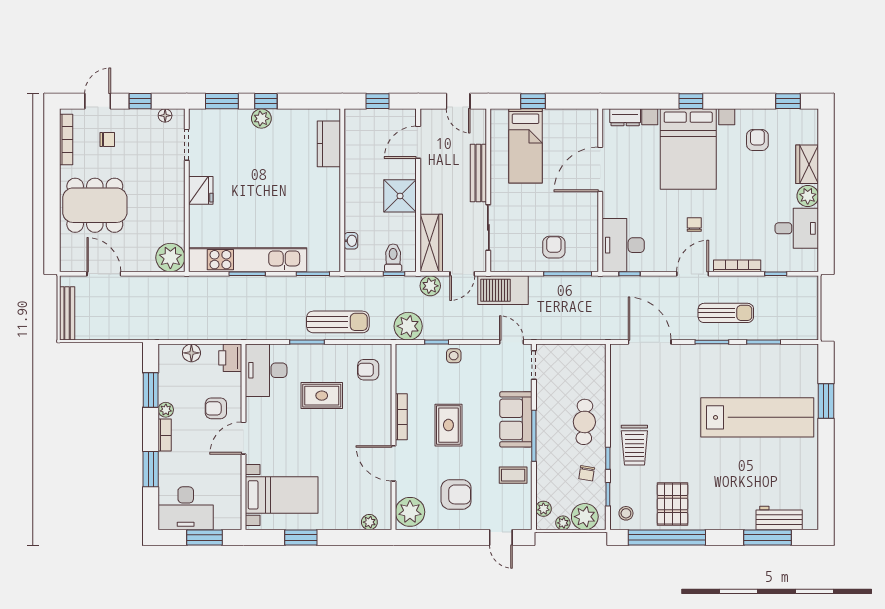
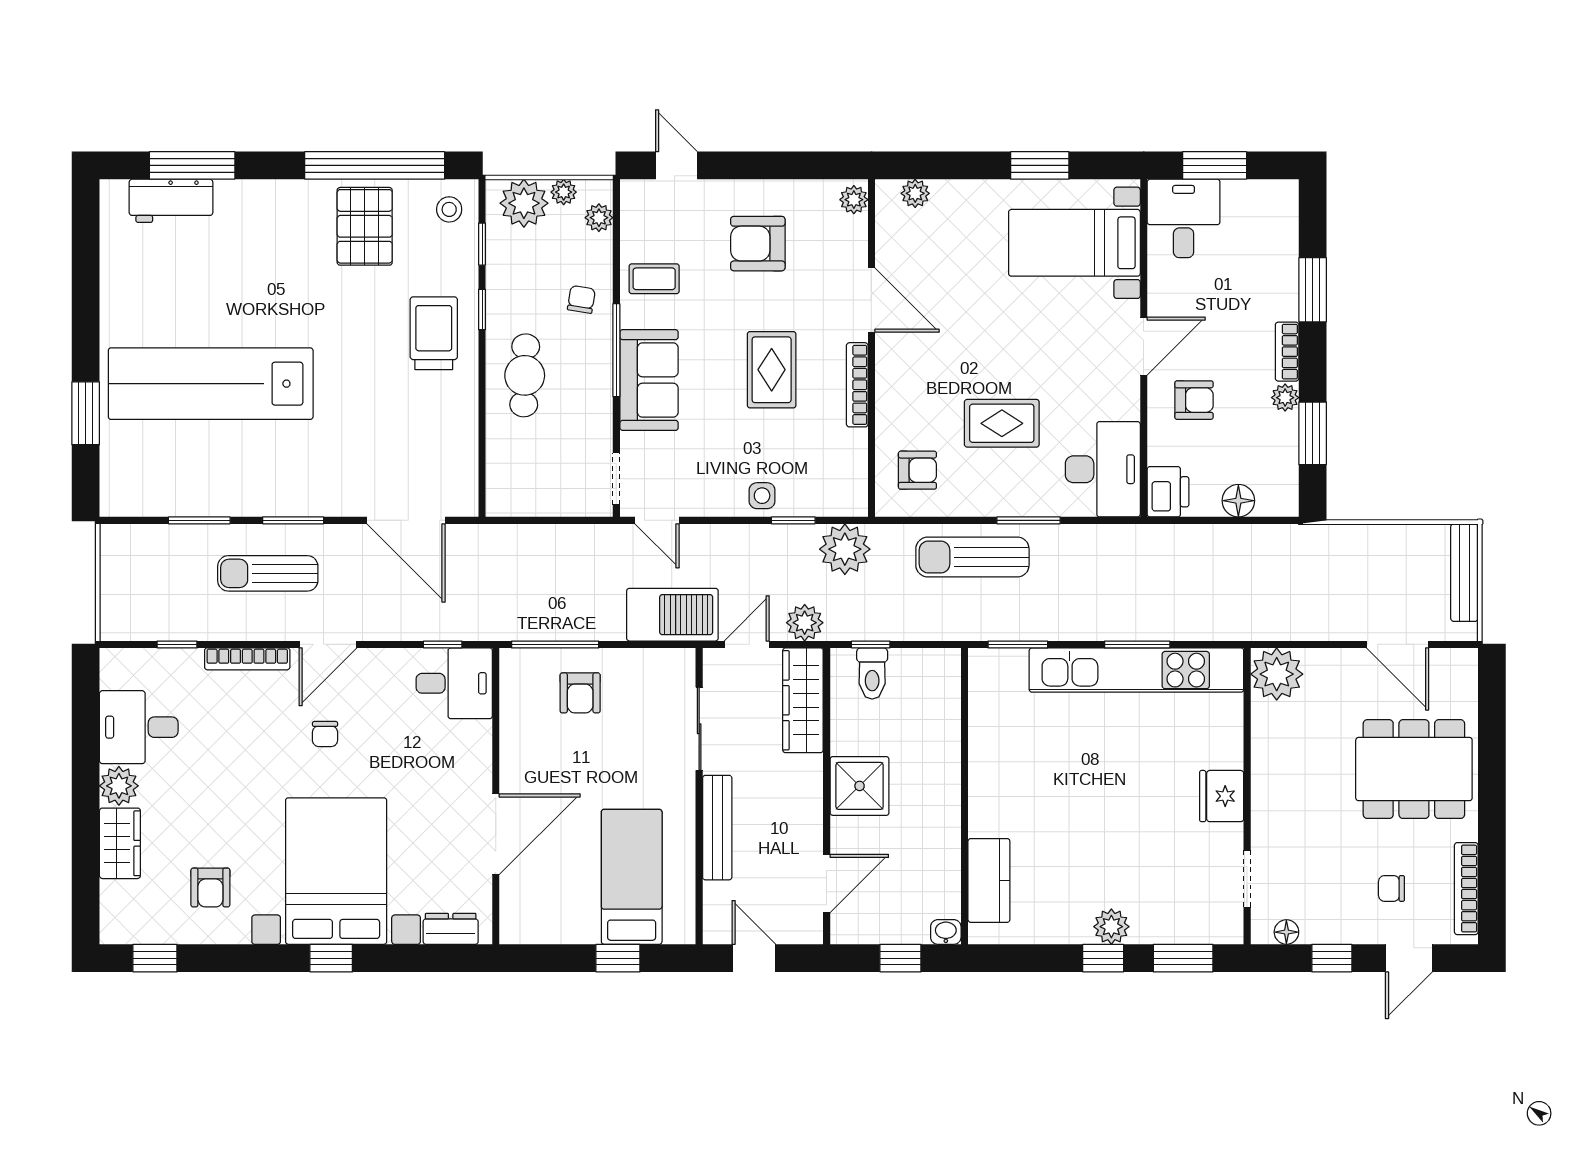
washbasin: (351, 241) -> (946, 932), moved, turned 90
desk: (623, 245) -> (454, 683), width x0.73
chair: (587, 473) -> (581, 299), moved
desk: (186, 508) -> (1184, 218), moved, width x0.73
plant: (410, 512) -> (854, 200), width x0.53, depth x0.53

